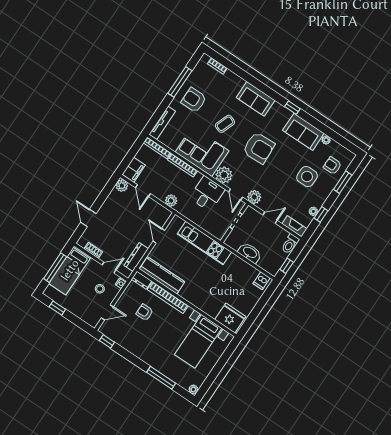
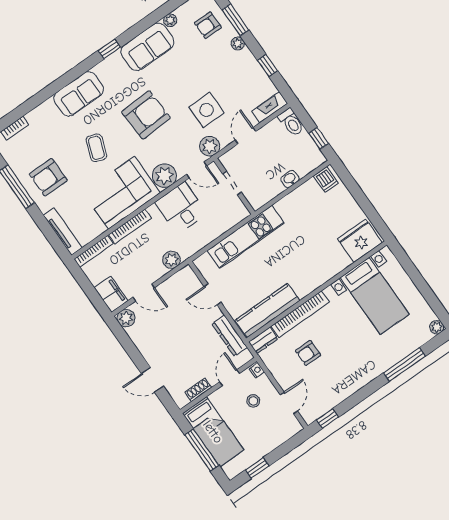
side table: (307, 177) -> (207, 110), moved
plant: (313, 211) -> (238, 44), moved
washbasin: (250, 253) -> (290, 179), width x0.52, depth x0.69

